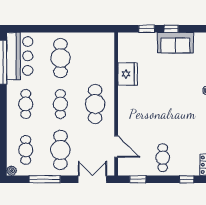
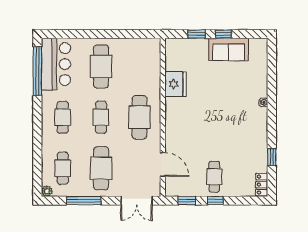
double door: (92, 179) -> (137, 201), swing flipped
window: (187, 179) -> (215, 201), moved

